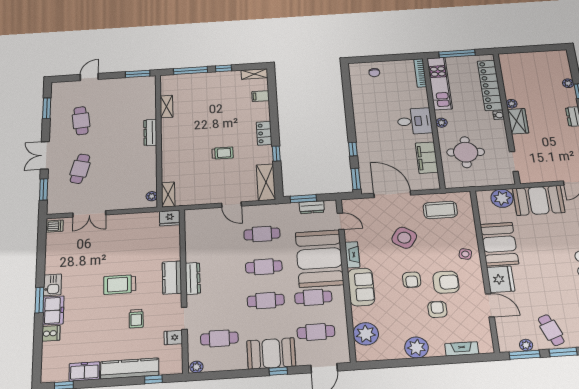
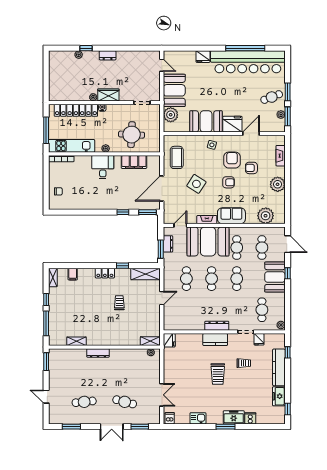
kitchen sink: (52, 285) -> (198, 418), moved

